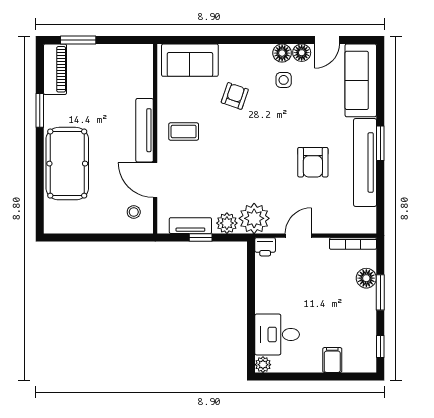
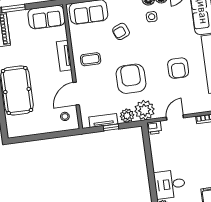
sofa: (126, 60) -> (47, 17), added
armchair: (235, 96) -> (121, 31), turned -132
tv unit: (145, 130) -> (64, 56), width x0.71
armchair: (240, 169) -> (131, 79), added
door: (155, 180) -> (76, 94), hinge flipped

